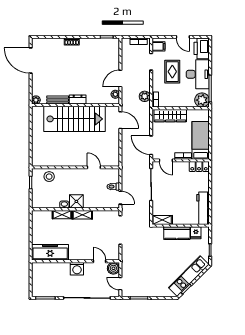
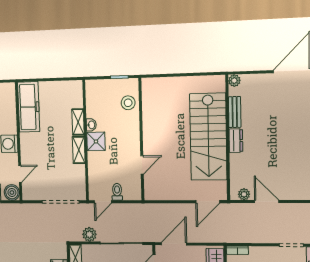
plant: (145, 96) -> (89, 234), moved

